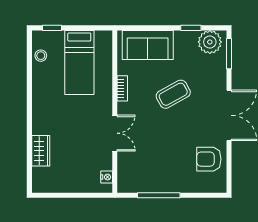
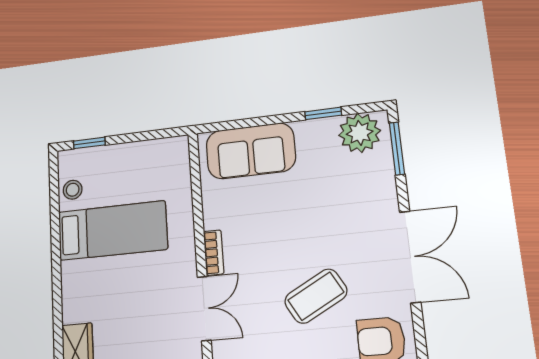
bed: (79, 62) -> (112, 231), moved, turned -90
bookcase: (122, 88) -> (214, 253), moved
coffee table: (173, 94) -> (316, 296), moved

